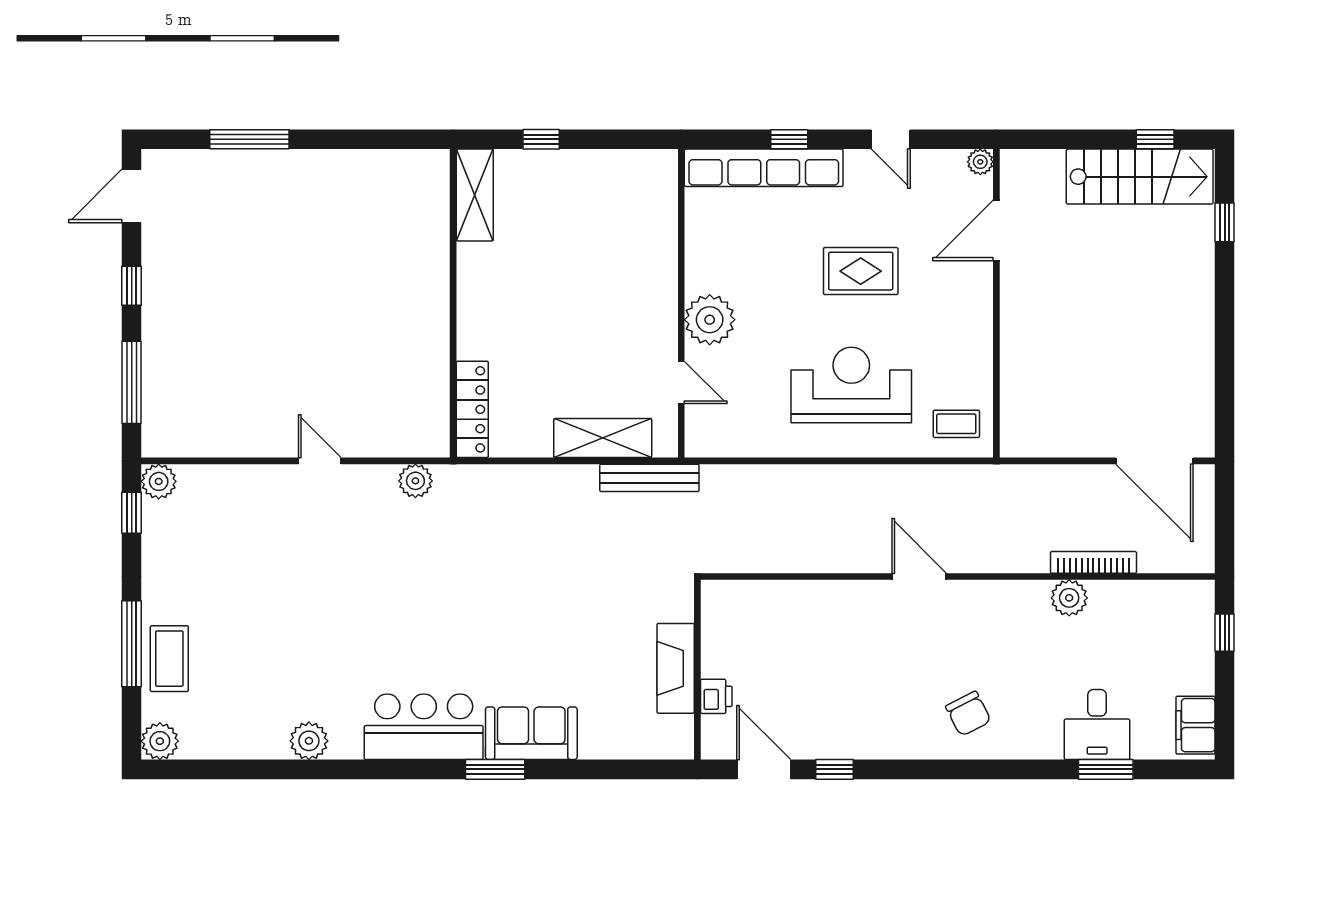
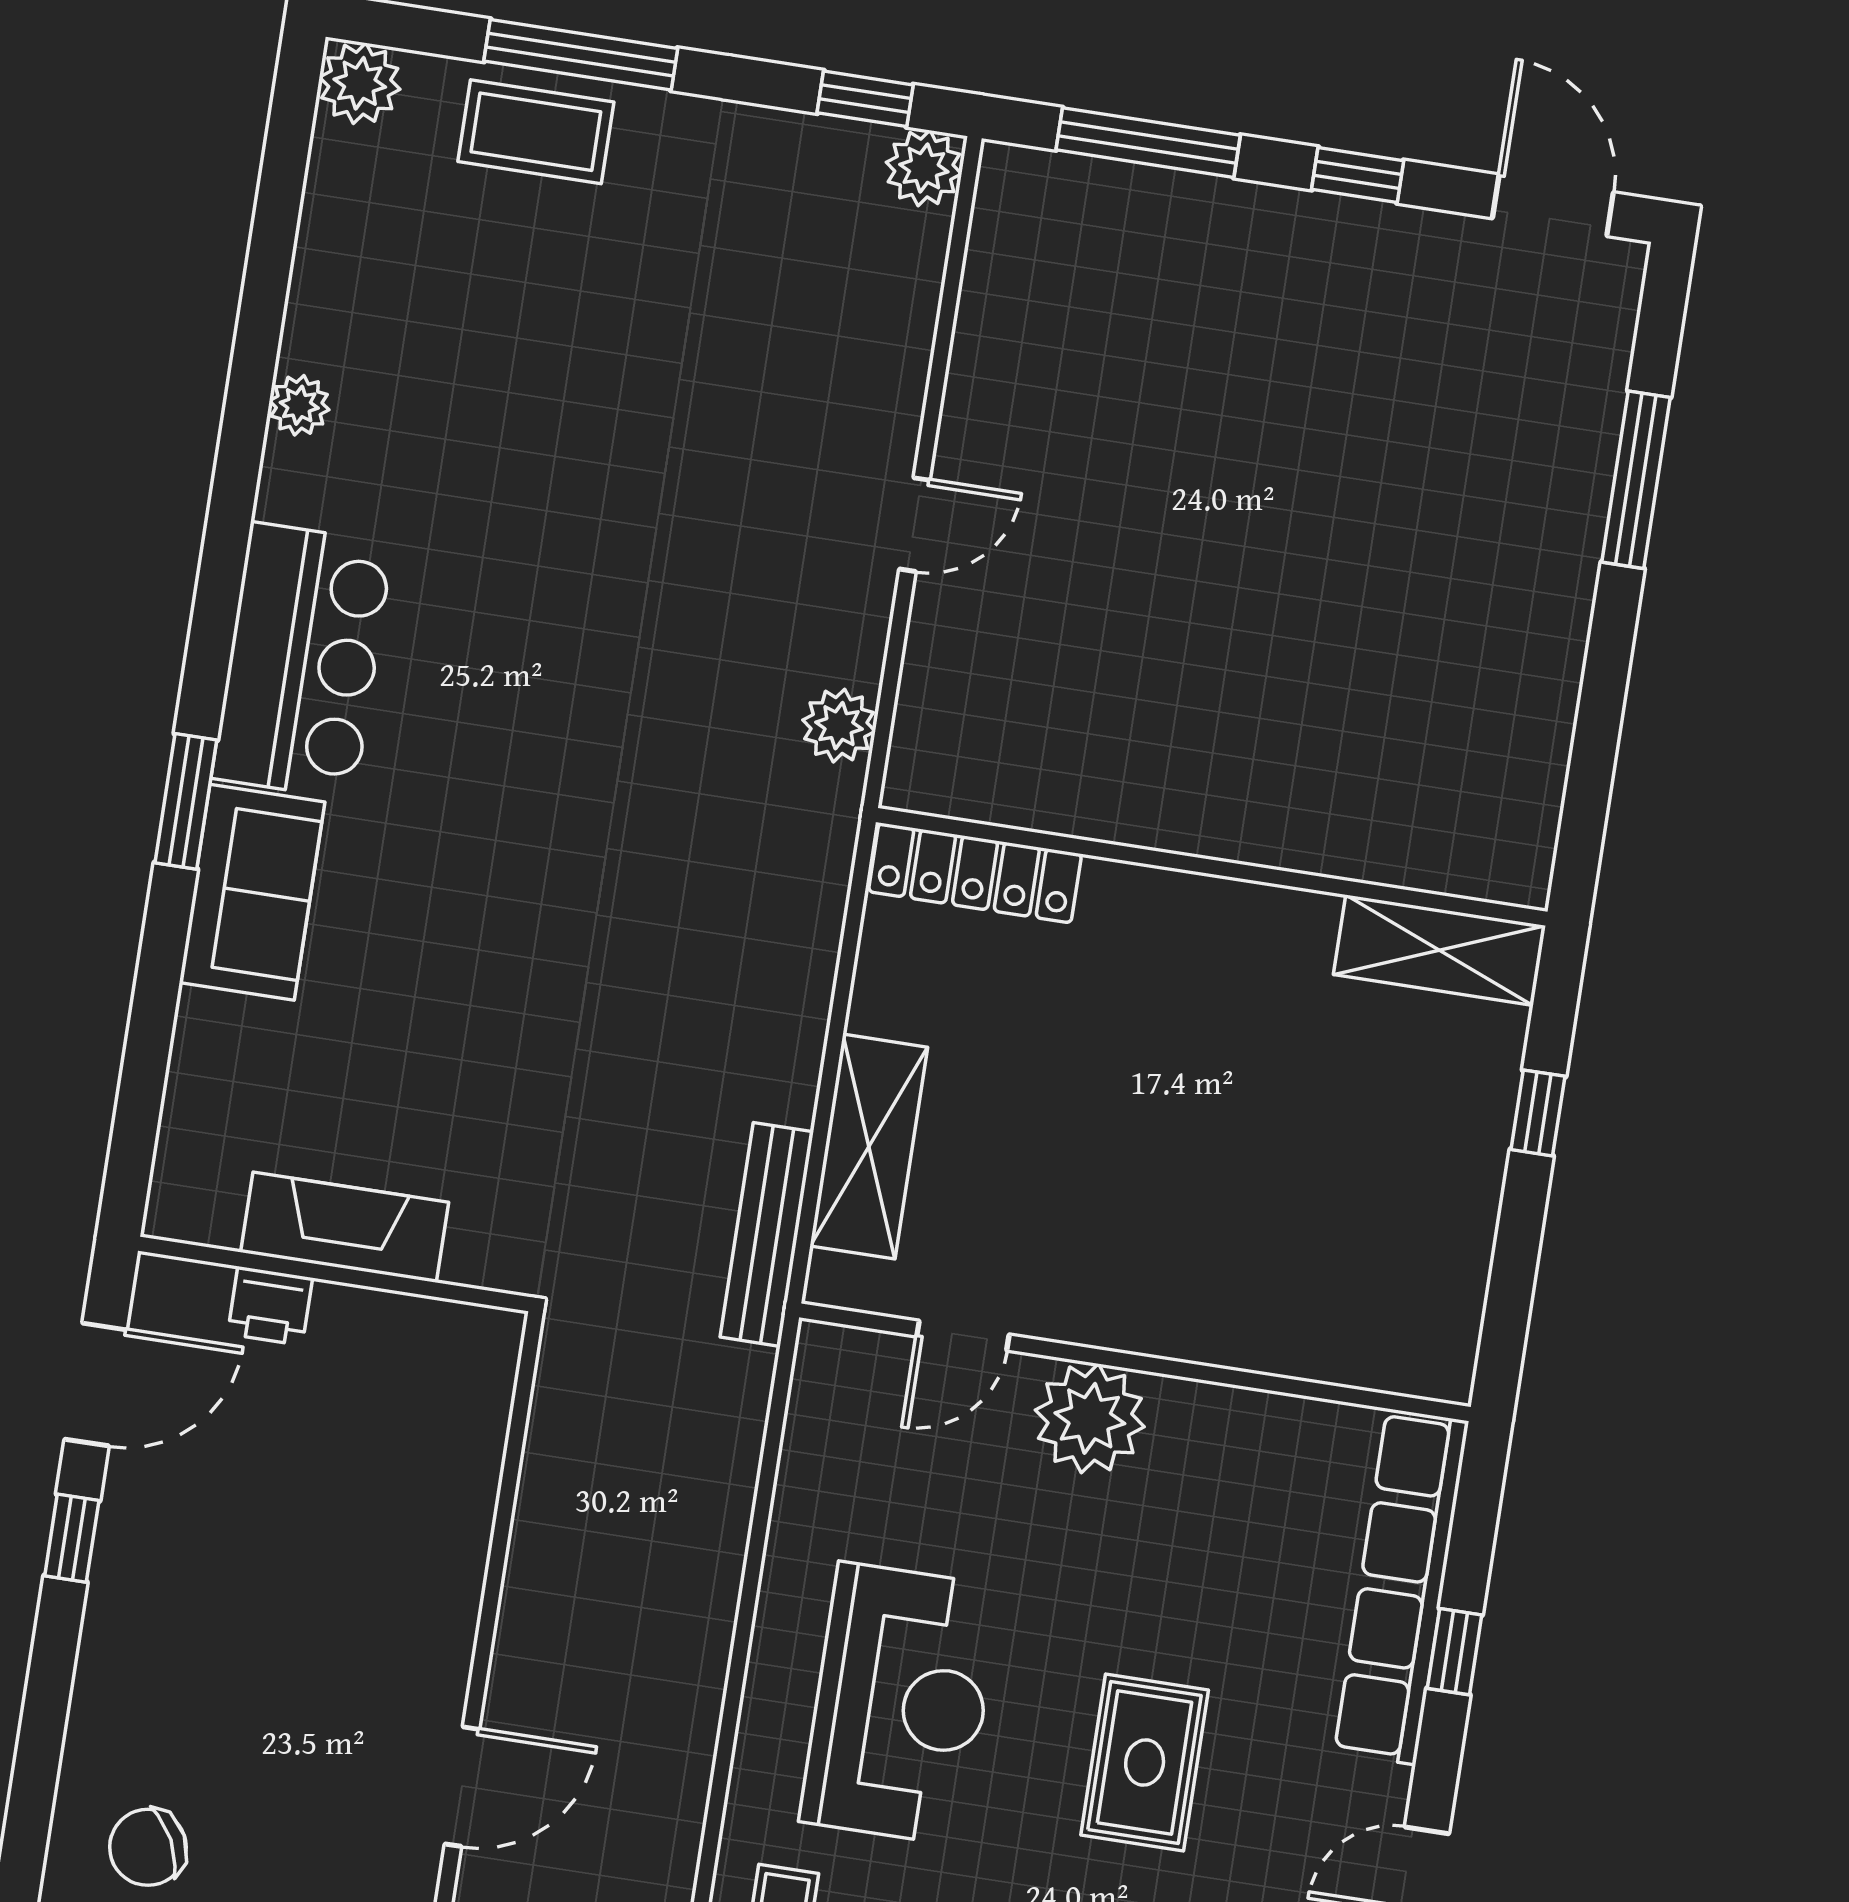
plant: (309, 741) -> (299, 405), width x0.73, depth x0.73

